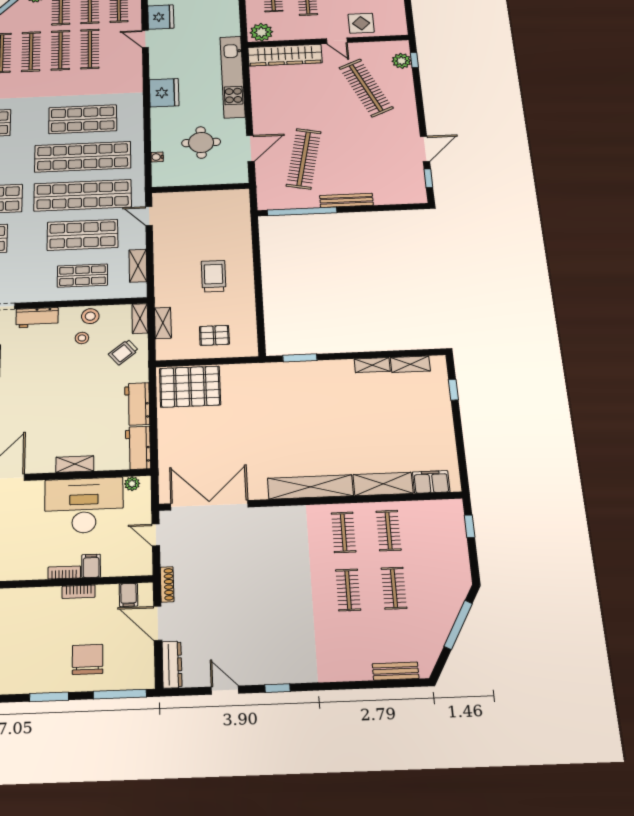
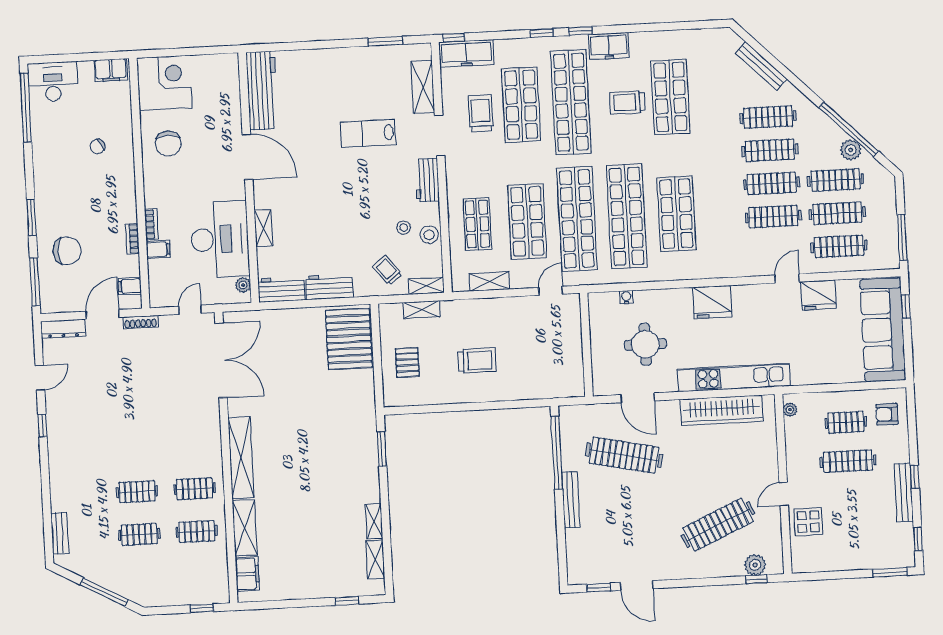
plant: (261, 32) -> (790, 410), width x0.53, depth x0.53
wardrobe: (285, 55) -> (722, 410), moved, turned -90

